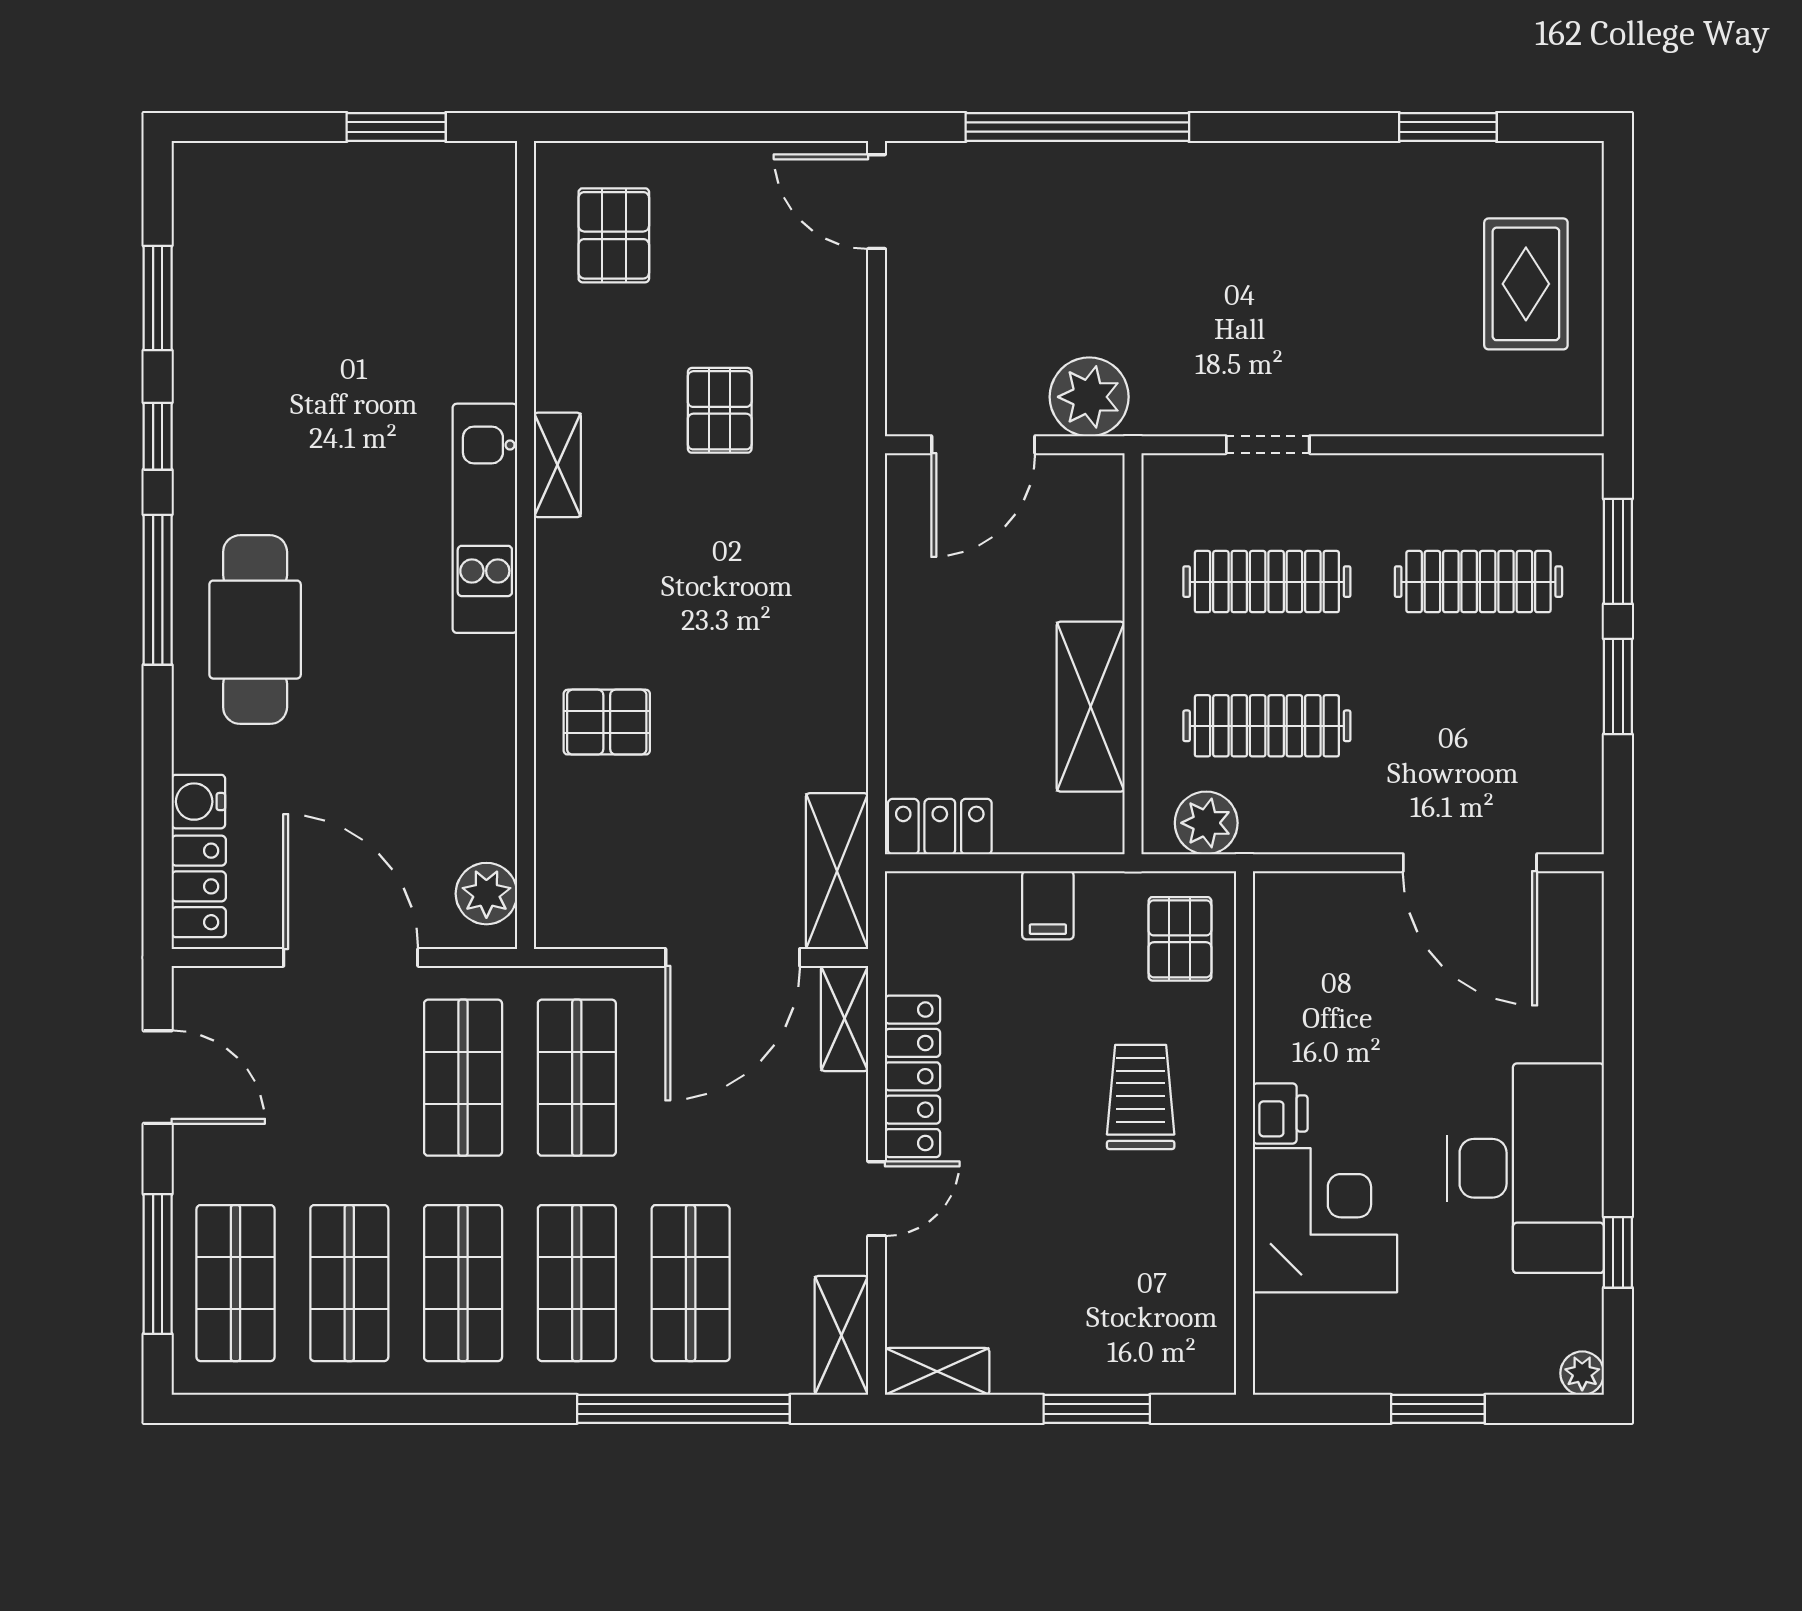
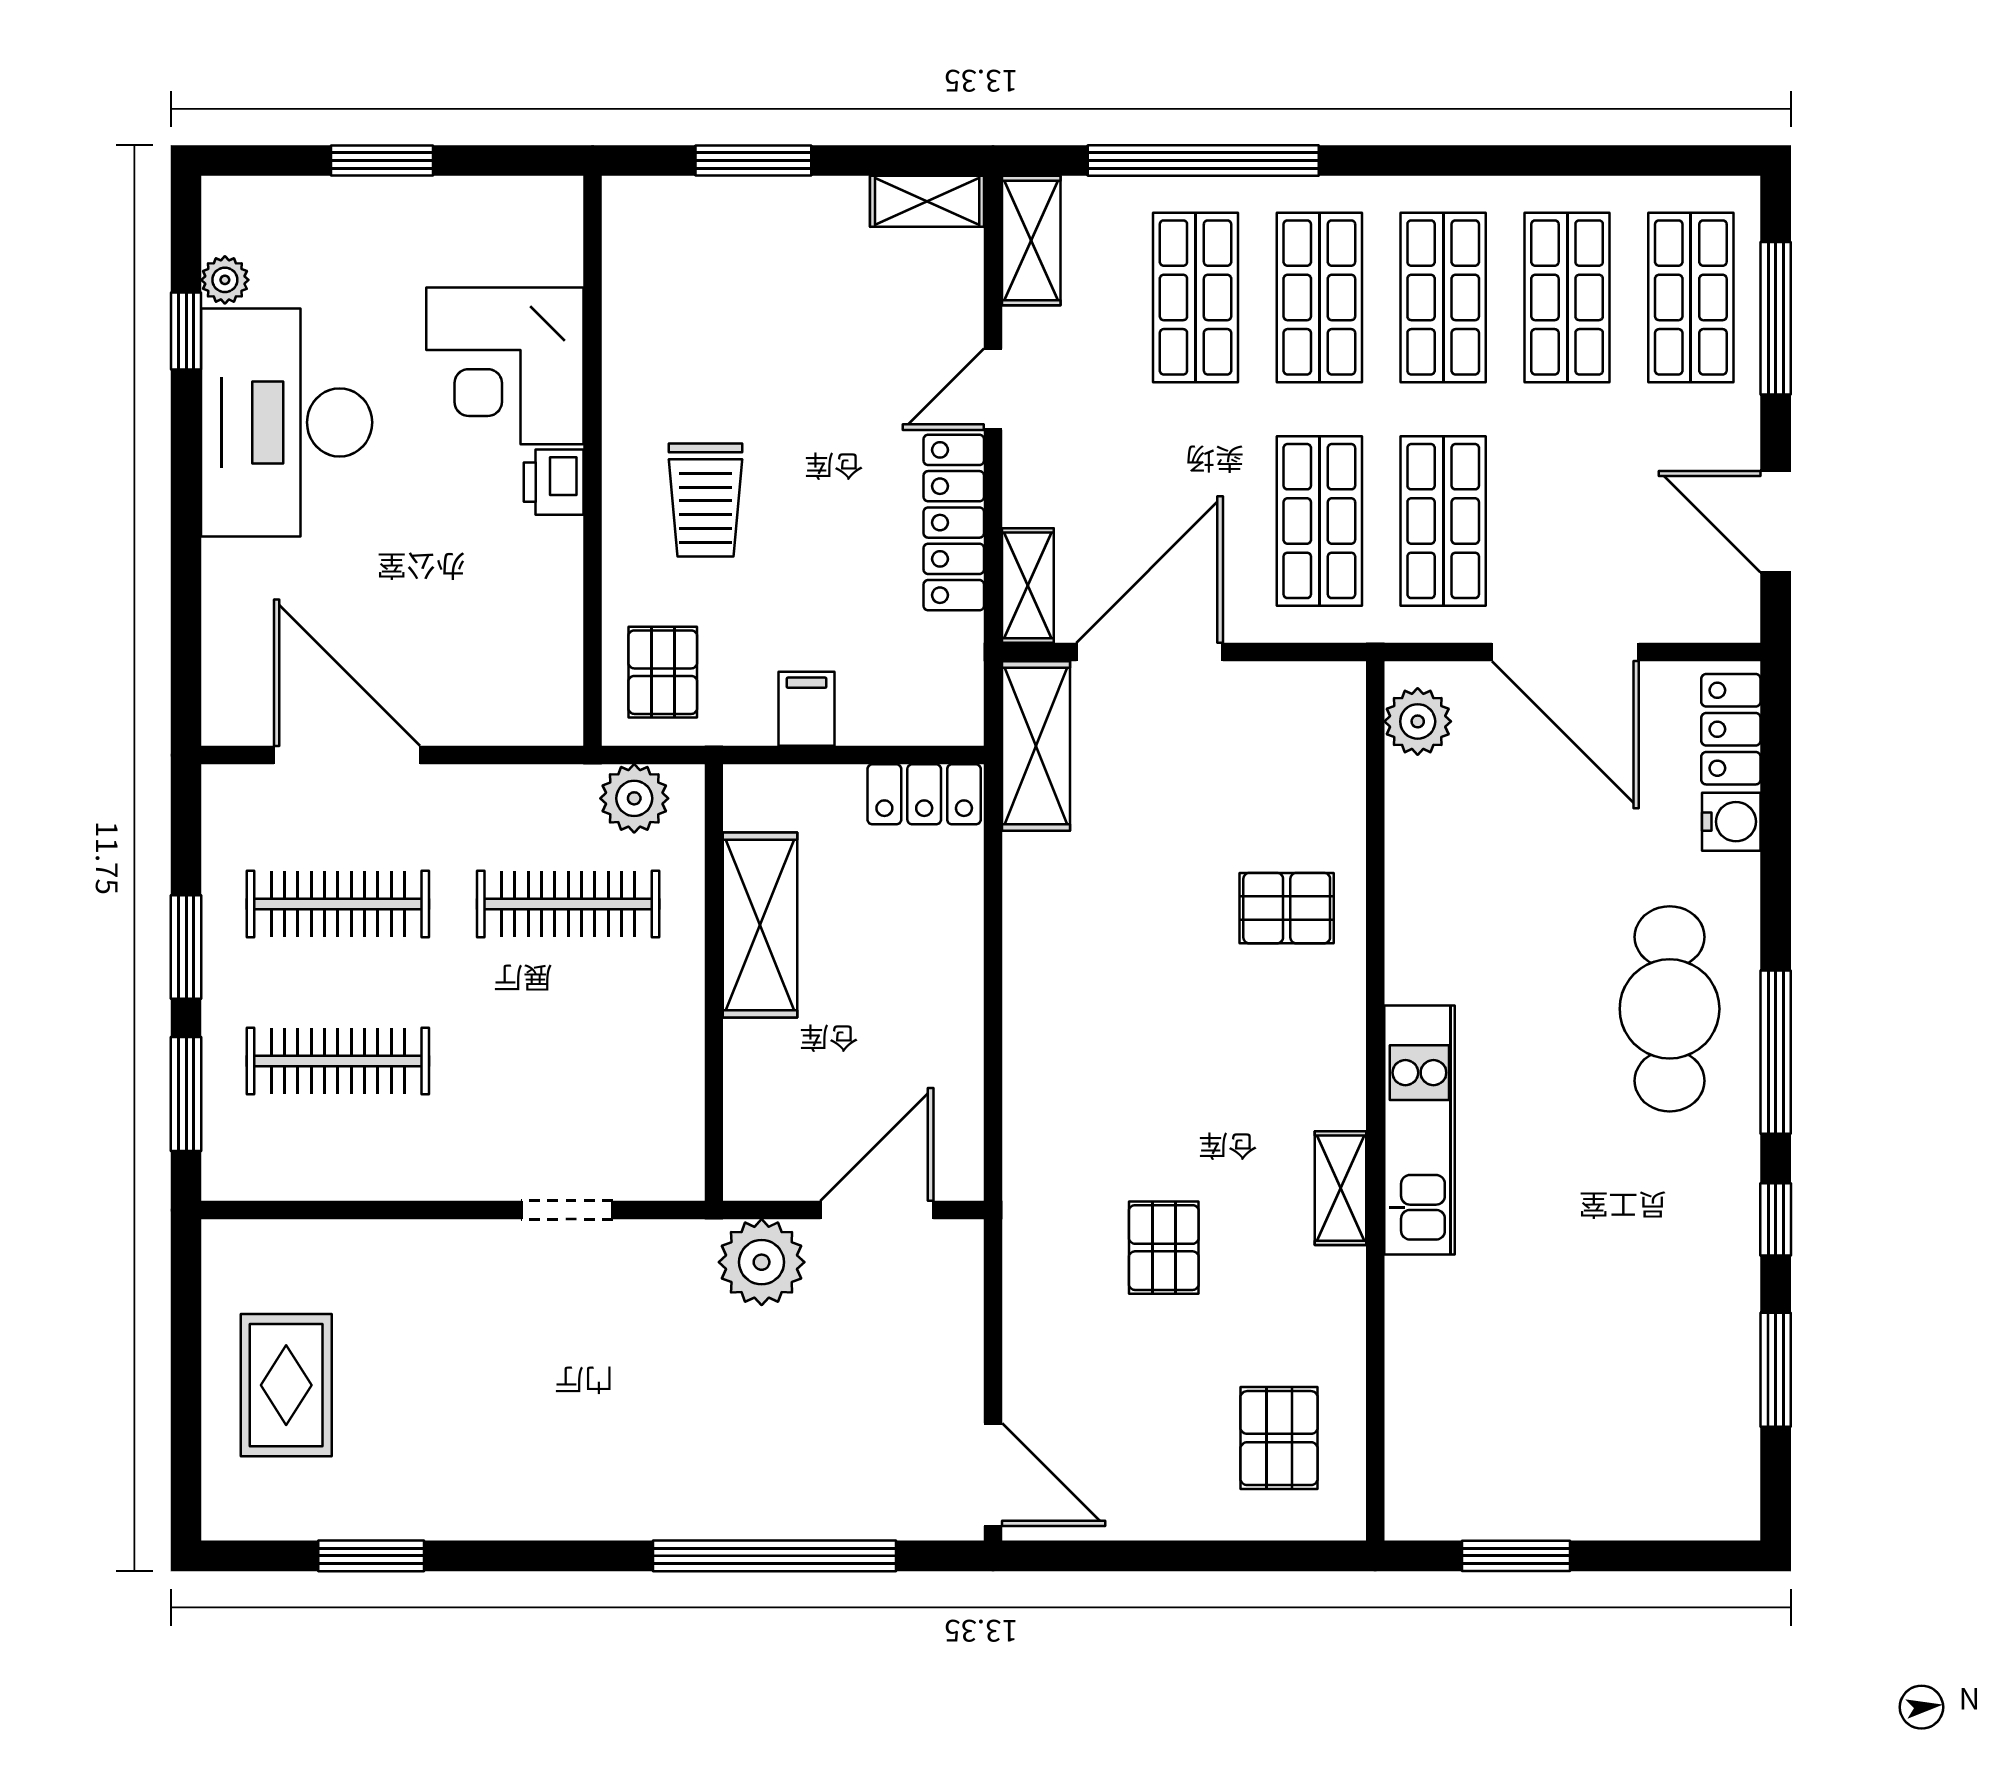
clothes rail: (1267, 582) -> (338, 904), moved
plant: (1582, 1373) -> (225, 280), moved

